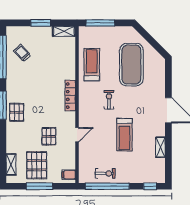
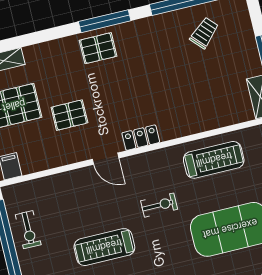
locker: (70, 96) -> (141, 138), width x0.66
door: (77, 135) -> (106, 159), moved

